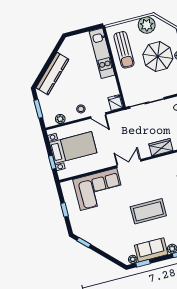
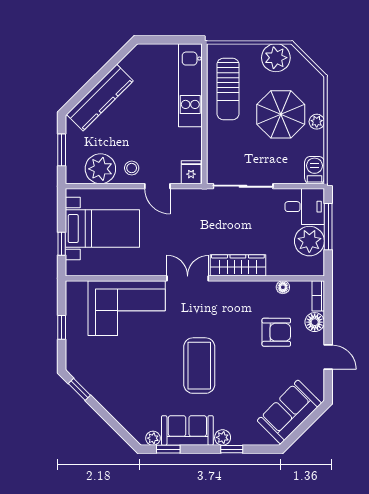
plant: (60, 119) -> (100, 169), width x1.88, depth x1.88
wardrobe: (161, 147) -> (238, 265), width x1.50
coffee table: (148, 211) -> (199, 366), turned 90

